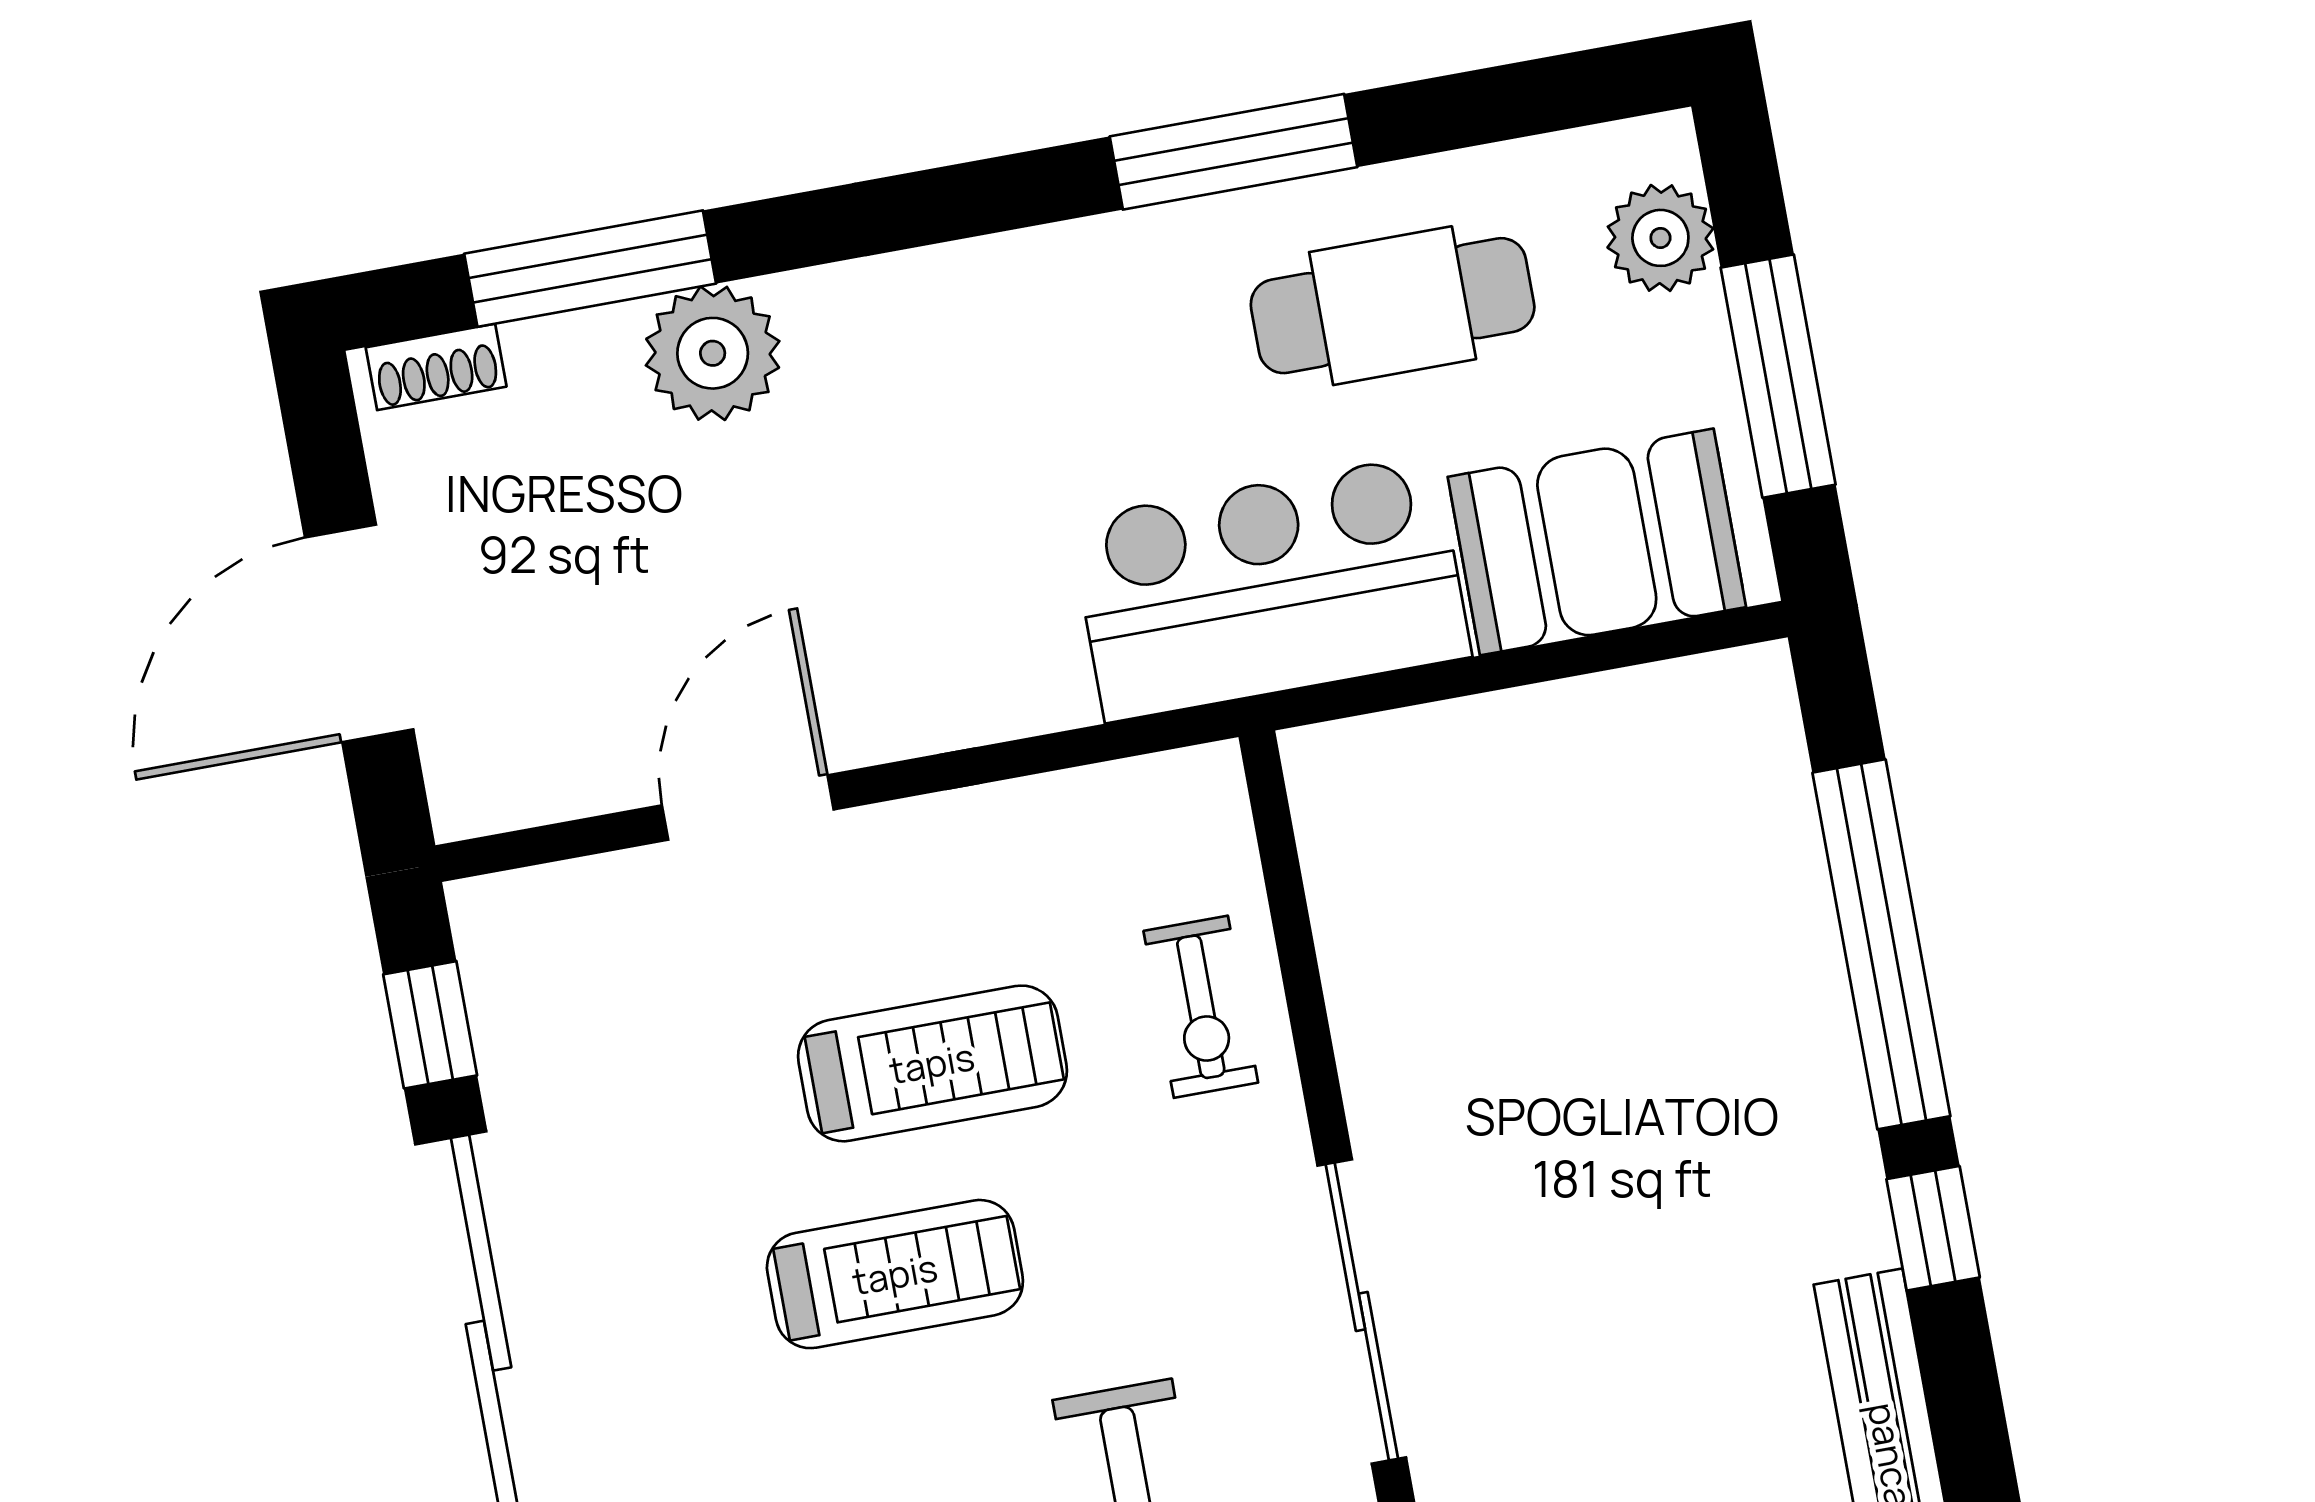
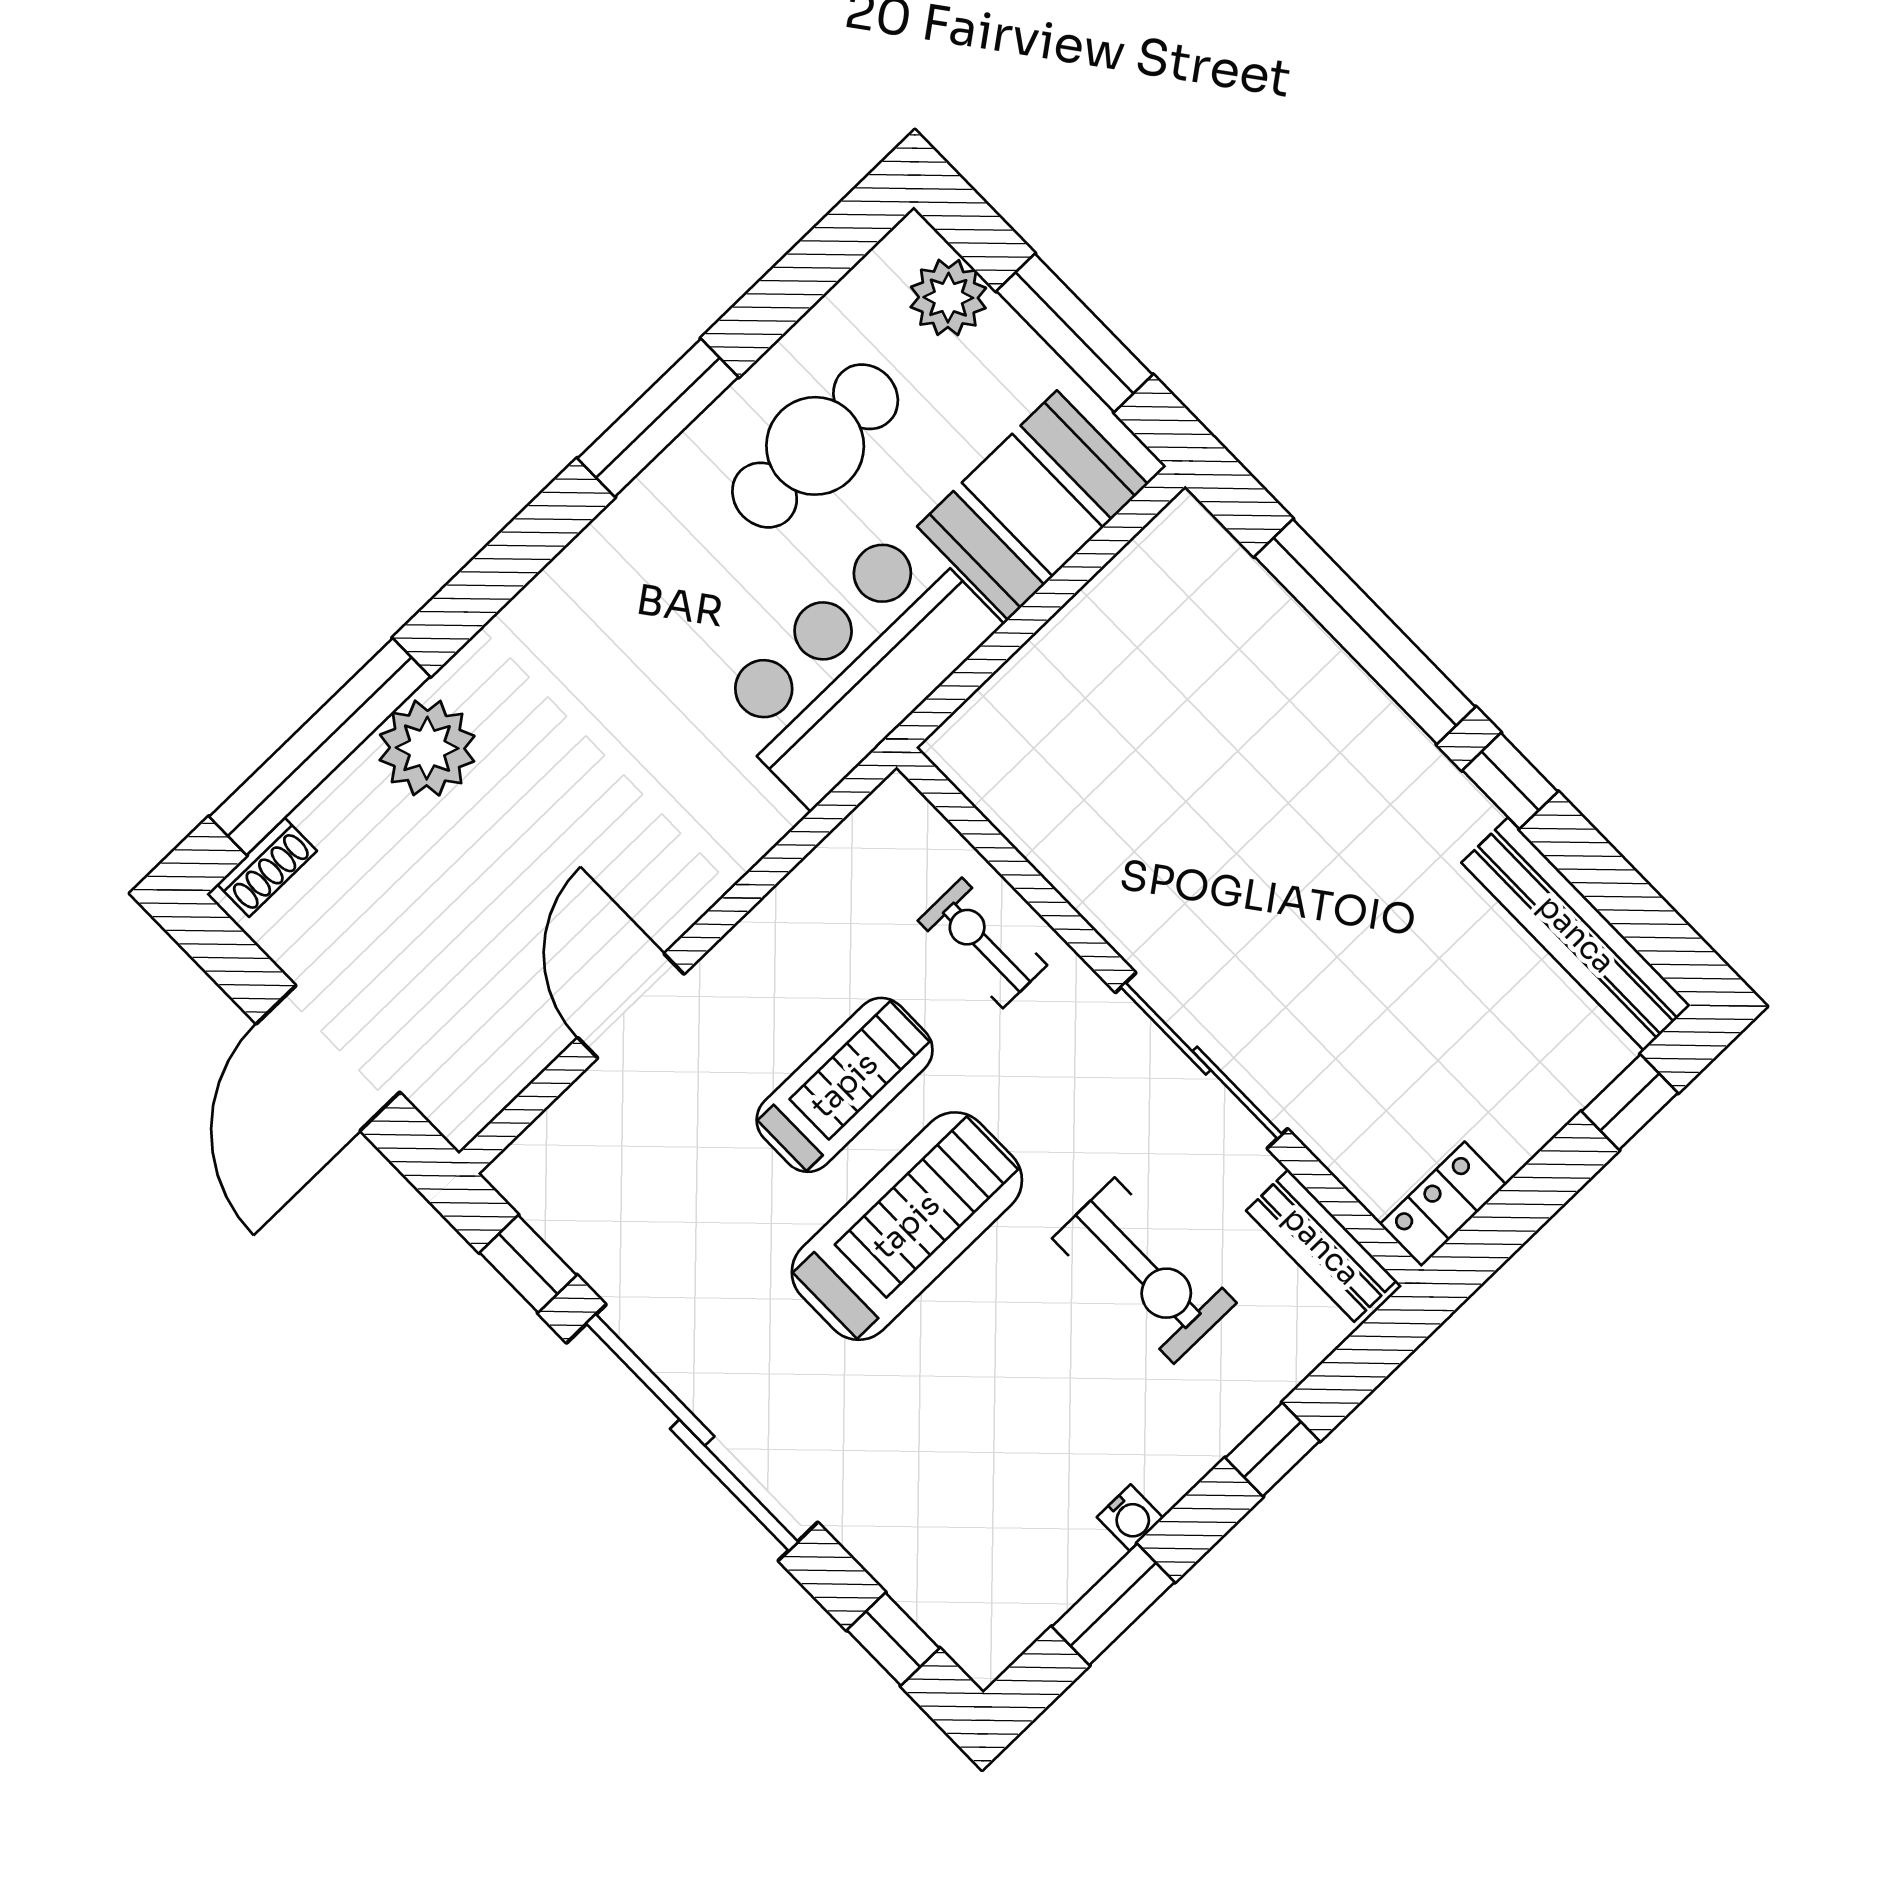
window: (590, 269) -> (320, 747), width x1.46
exercise bike: (1201, 1007) -> (982, 943), turned 180
treadmill: (895, 1274) -> (907, 1226), width x1.37, depth x1.38

